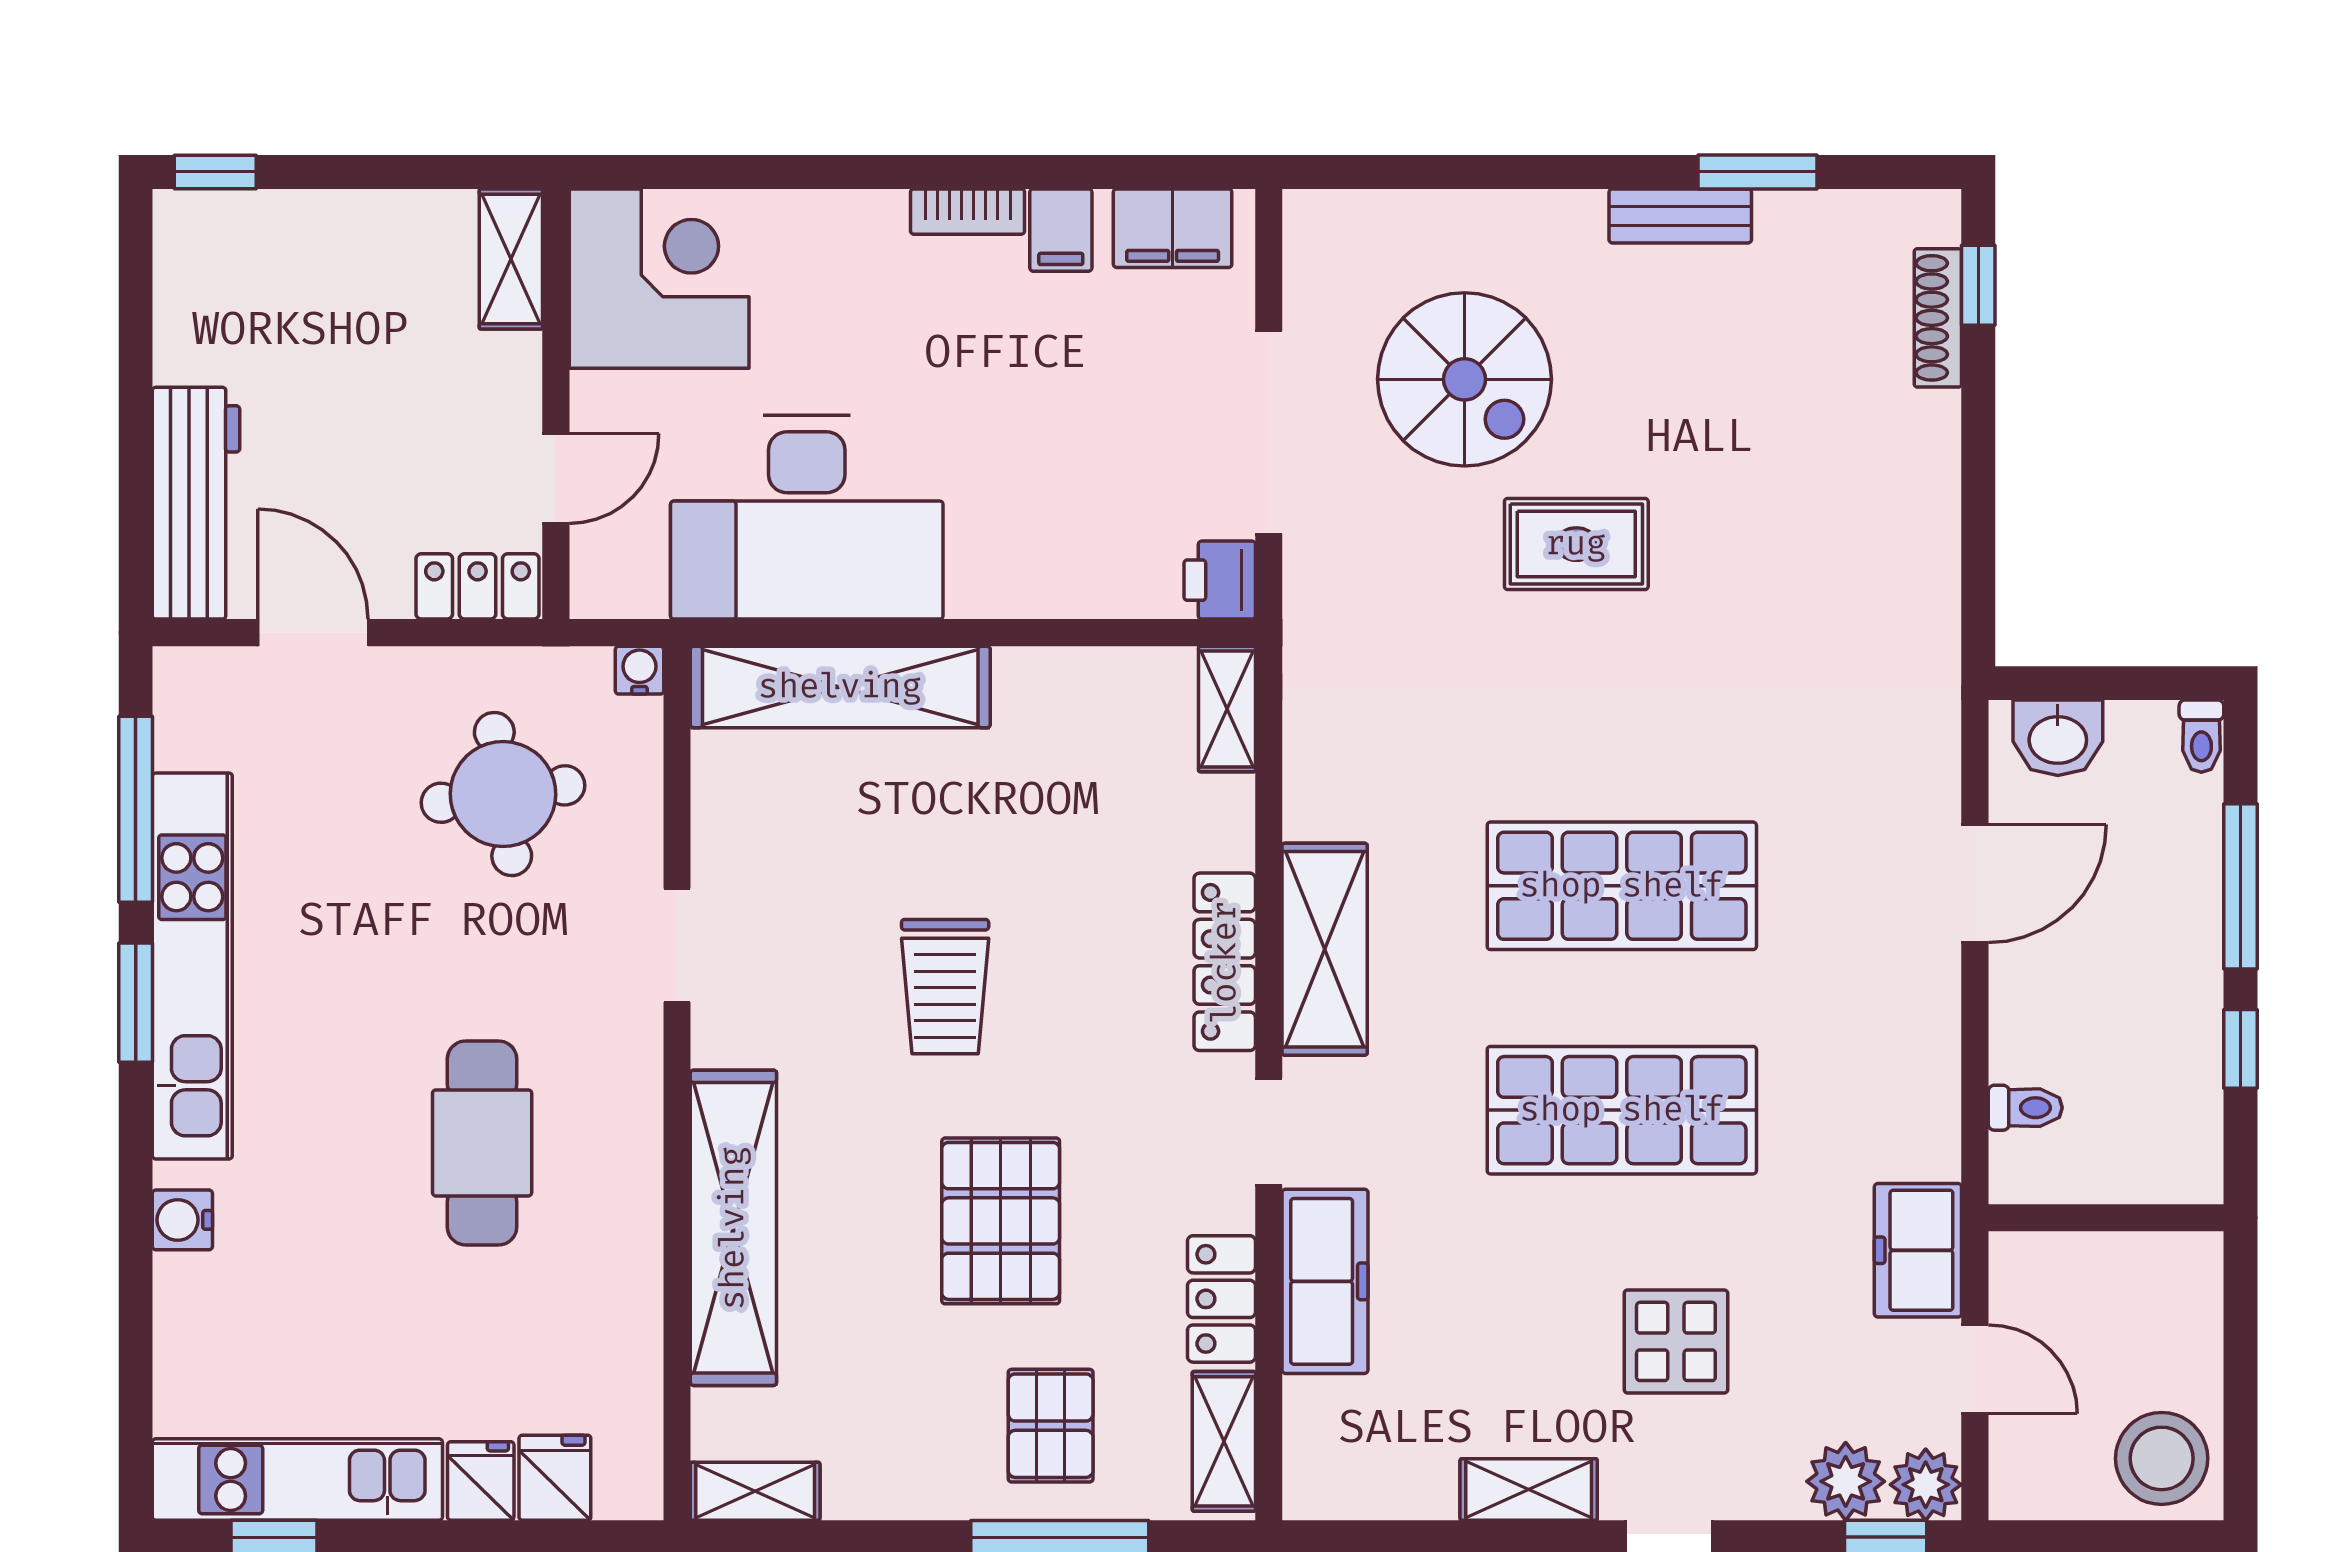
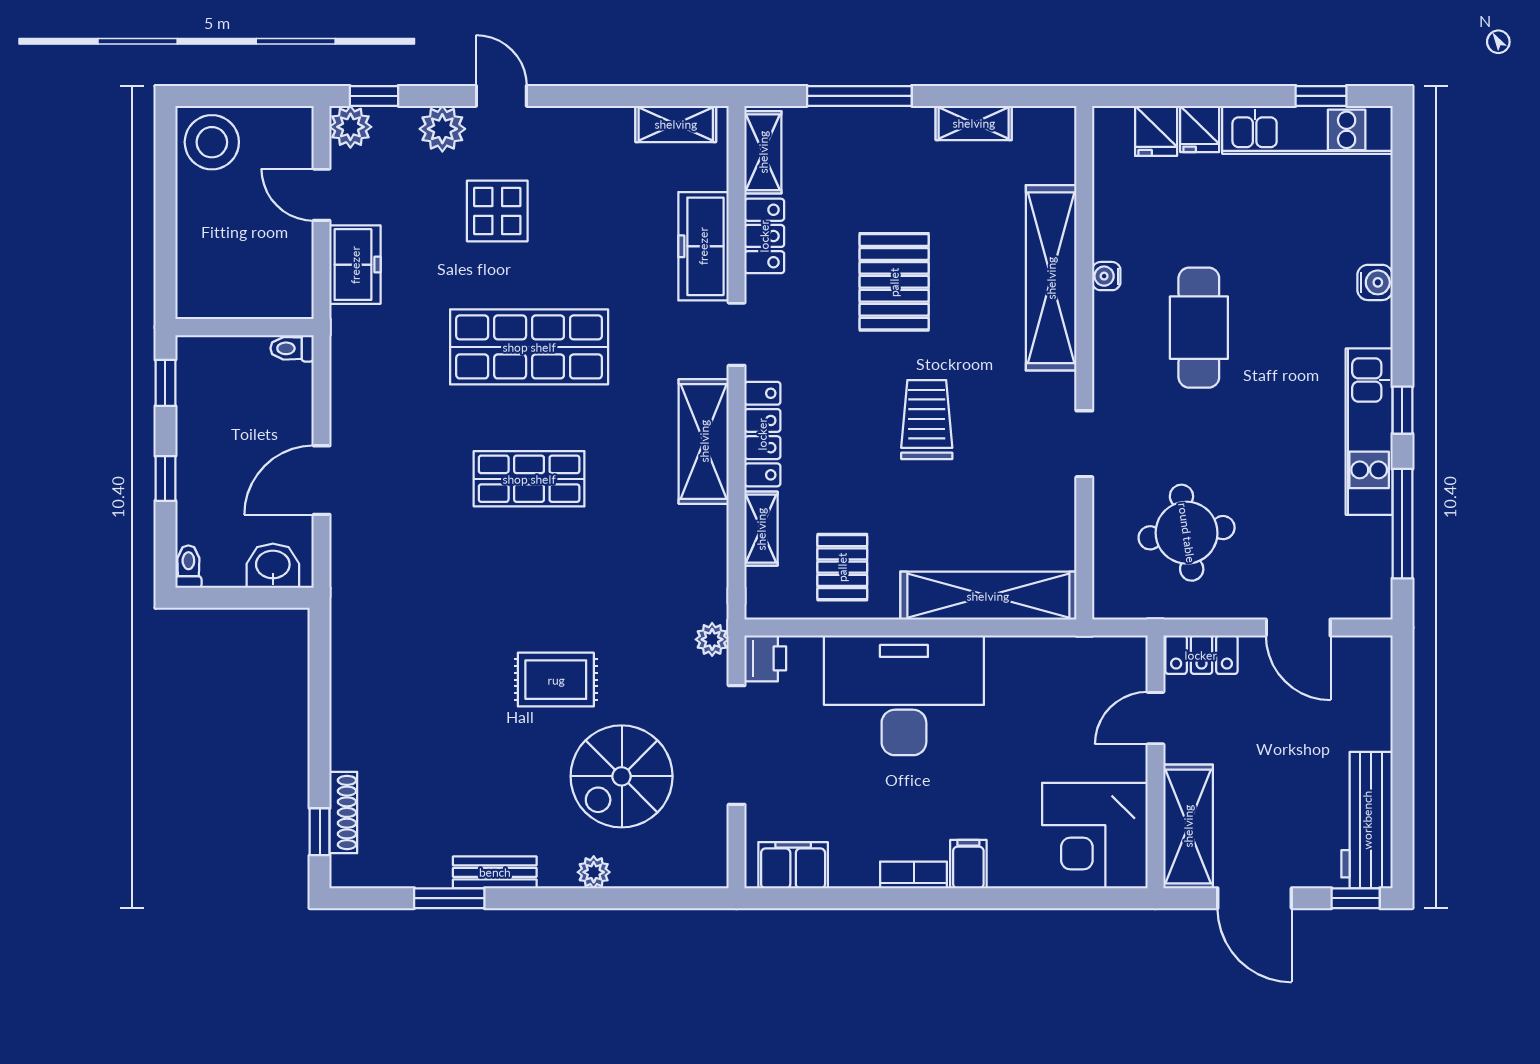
door: (387, 172) -> (1255, 898), added
plant: (1512, 216) -> (594, 872), added
filing cabinet: (1061, 230) -> (968, 864), moved
shelving: (511, 259) -> (1188, 826), width x1.50, depth x1.33
spiral stairs: (1464, 379) -> (622, 776), turned -90
workbench: (196, 503) -> (1367, 820), moved
desk: (807, 517) -> (904, 695), moved
plant: (1310, 612) -> (712, 639), added
water cooler: (639, 670) -> (1106, 276), moved, turned 90
shelving: (1227, 709) -> (761, 529), moved
shop shelf: (1622, 886) -> (529, 479), width x0.70, depth x0.74
window: (2241, 886) -> (165, 478), width x0.46
kitchen unit: (192, 966) -> (1369, 432), width x0.73
window: (136, 1003) -> (1402, 410), width x0.67
wall: (2106, 1218) -> (245, 327), moved
pallet: (1051, 1426) -> (842, 567), moved
plant: (1846, 1481) -> (442, 129), moved
shelving: (1529, 1490) -> (676, 124), moved
shelving: (755, 1491) -> (974, 123), moved

